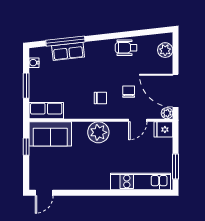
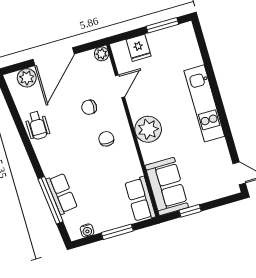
door: (176, 91) -> (54, 57), moved
door: (138, 120) -> (120, 86), hinge flipped
fridge: (163, 129) -> (139, 48), moved
kitchen unit: (141, 181) -> (204, 103), moved

